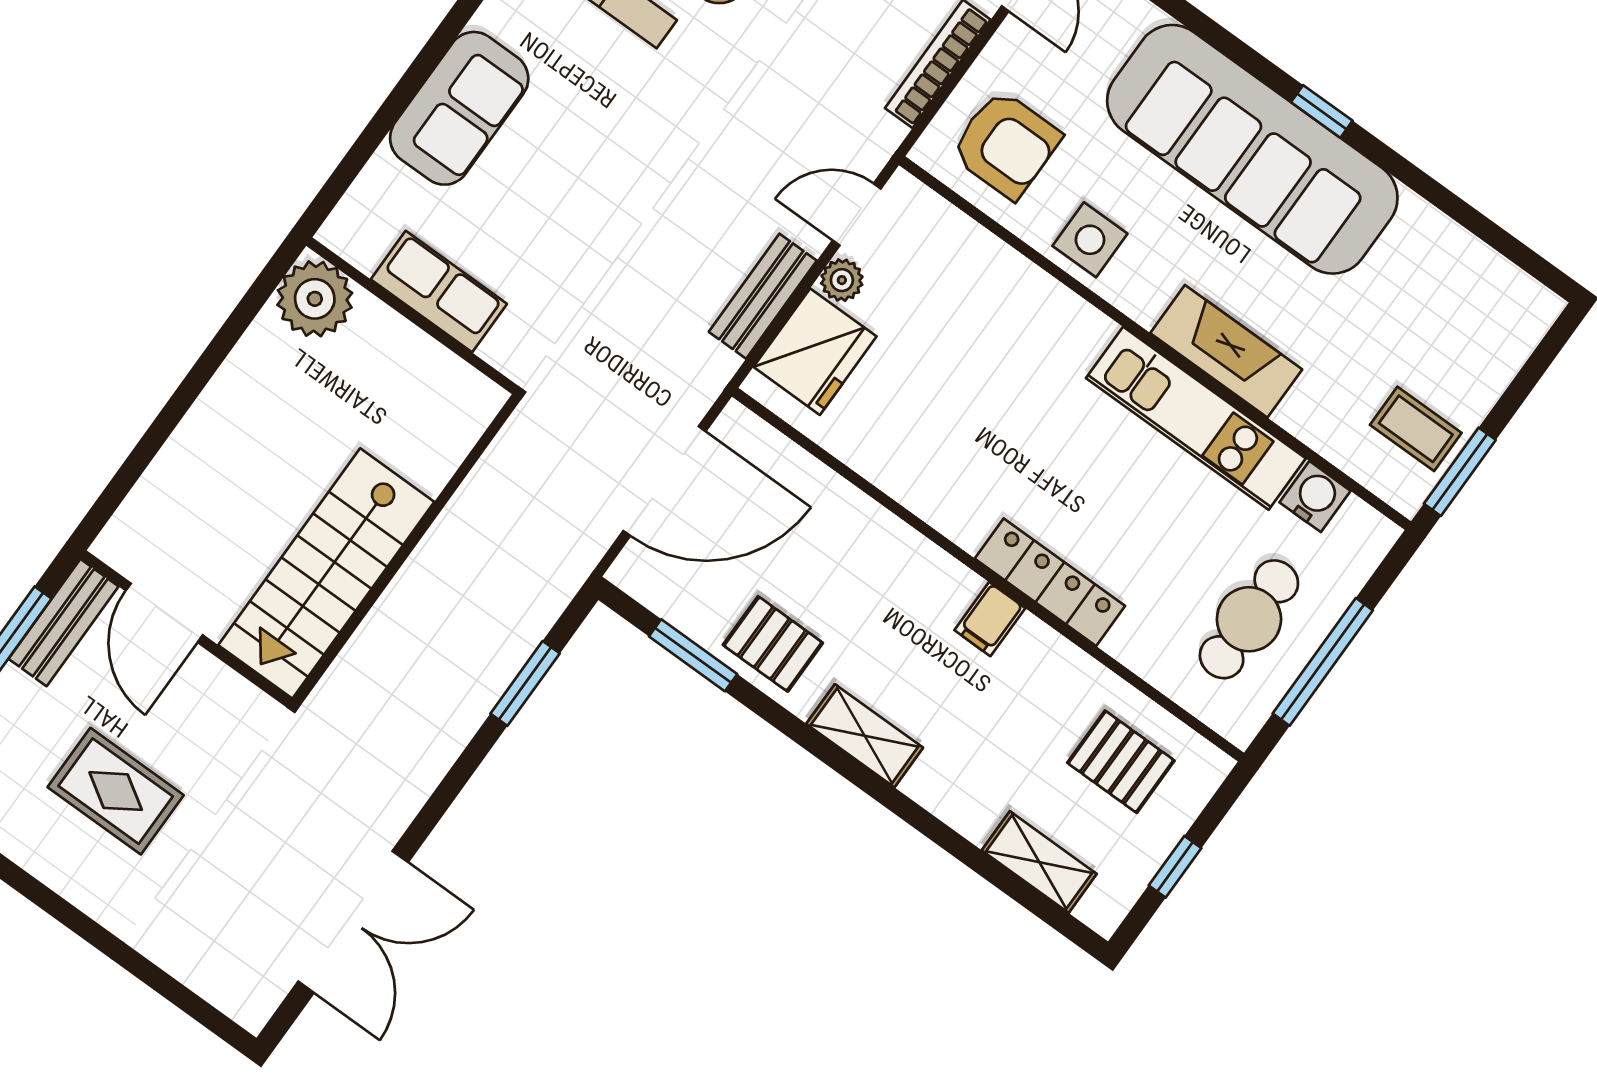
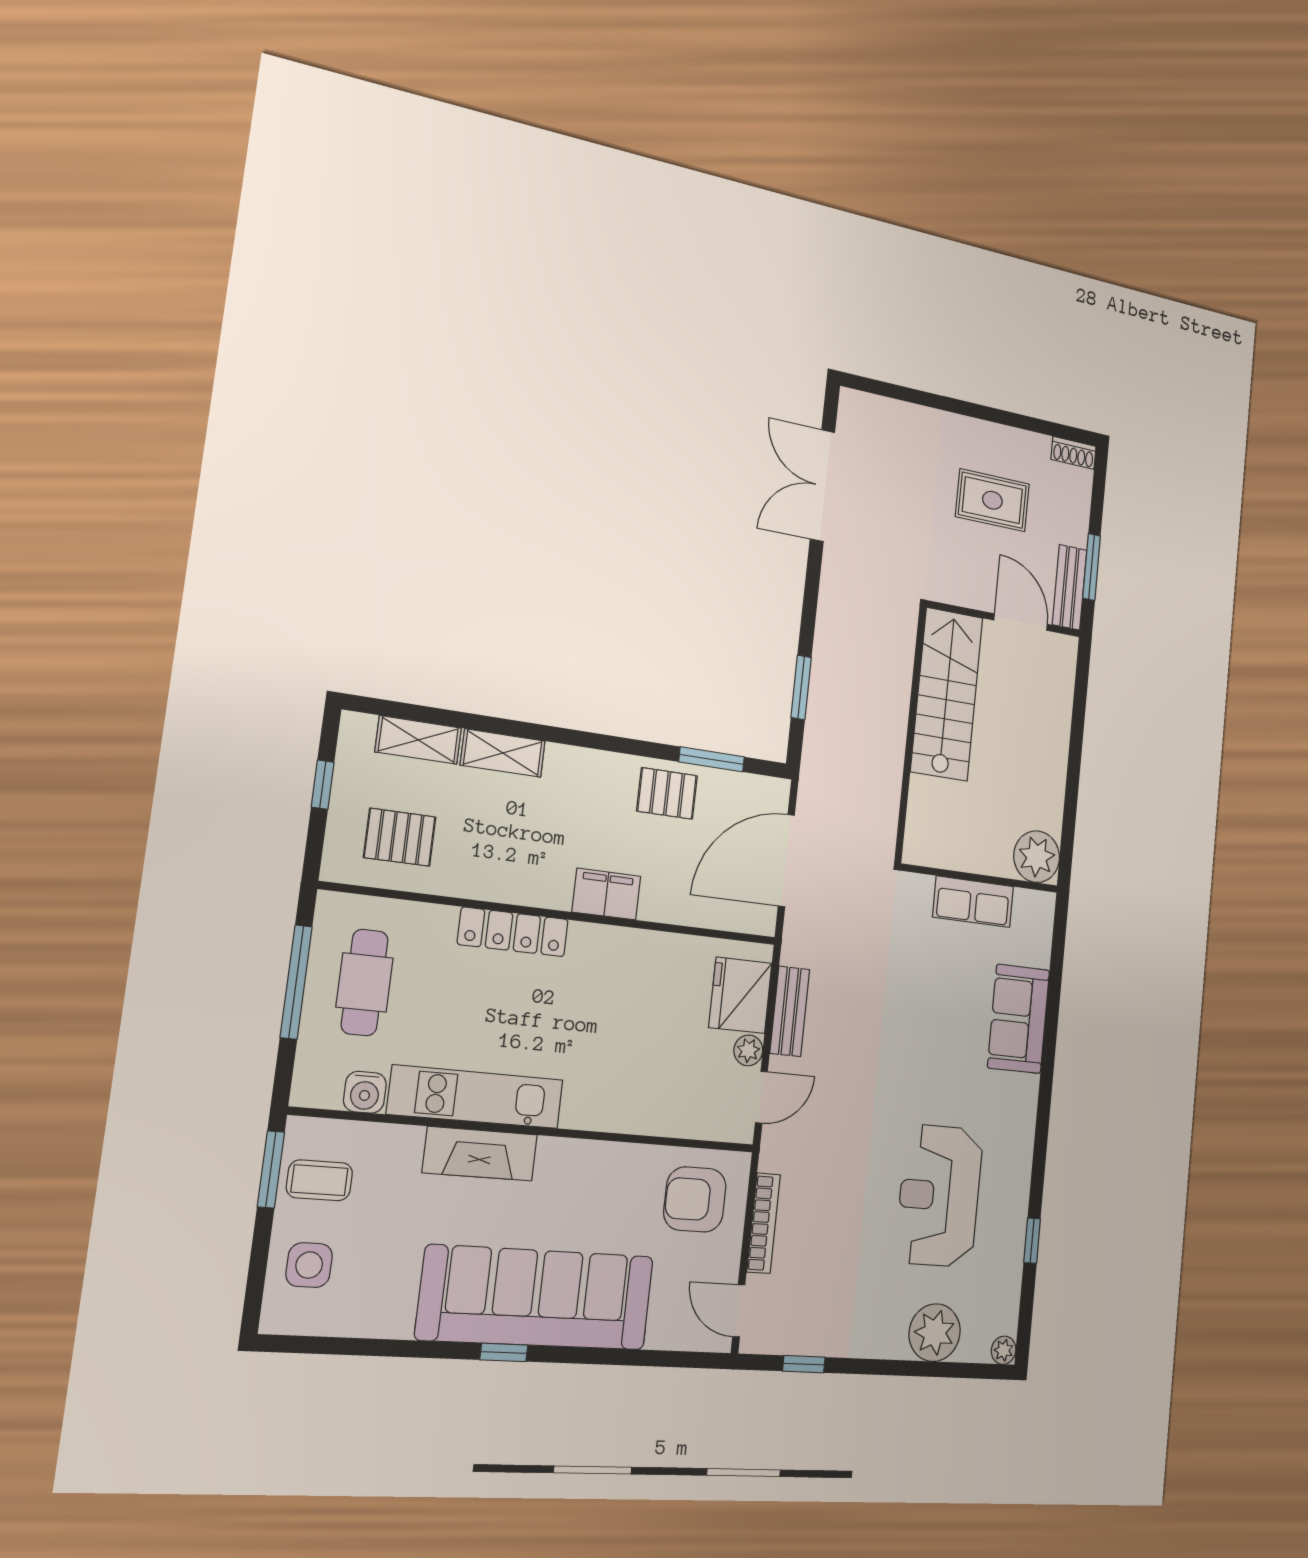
side table: (1090, 240) -> (309, 1265), moved
filing cabinet: (990, 619) -> (606, 894), moved, width x2.00
shelving: (865, 736) -> (503, 753), moved

